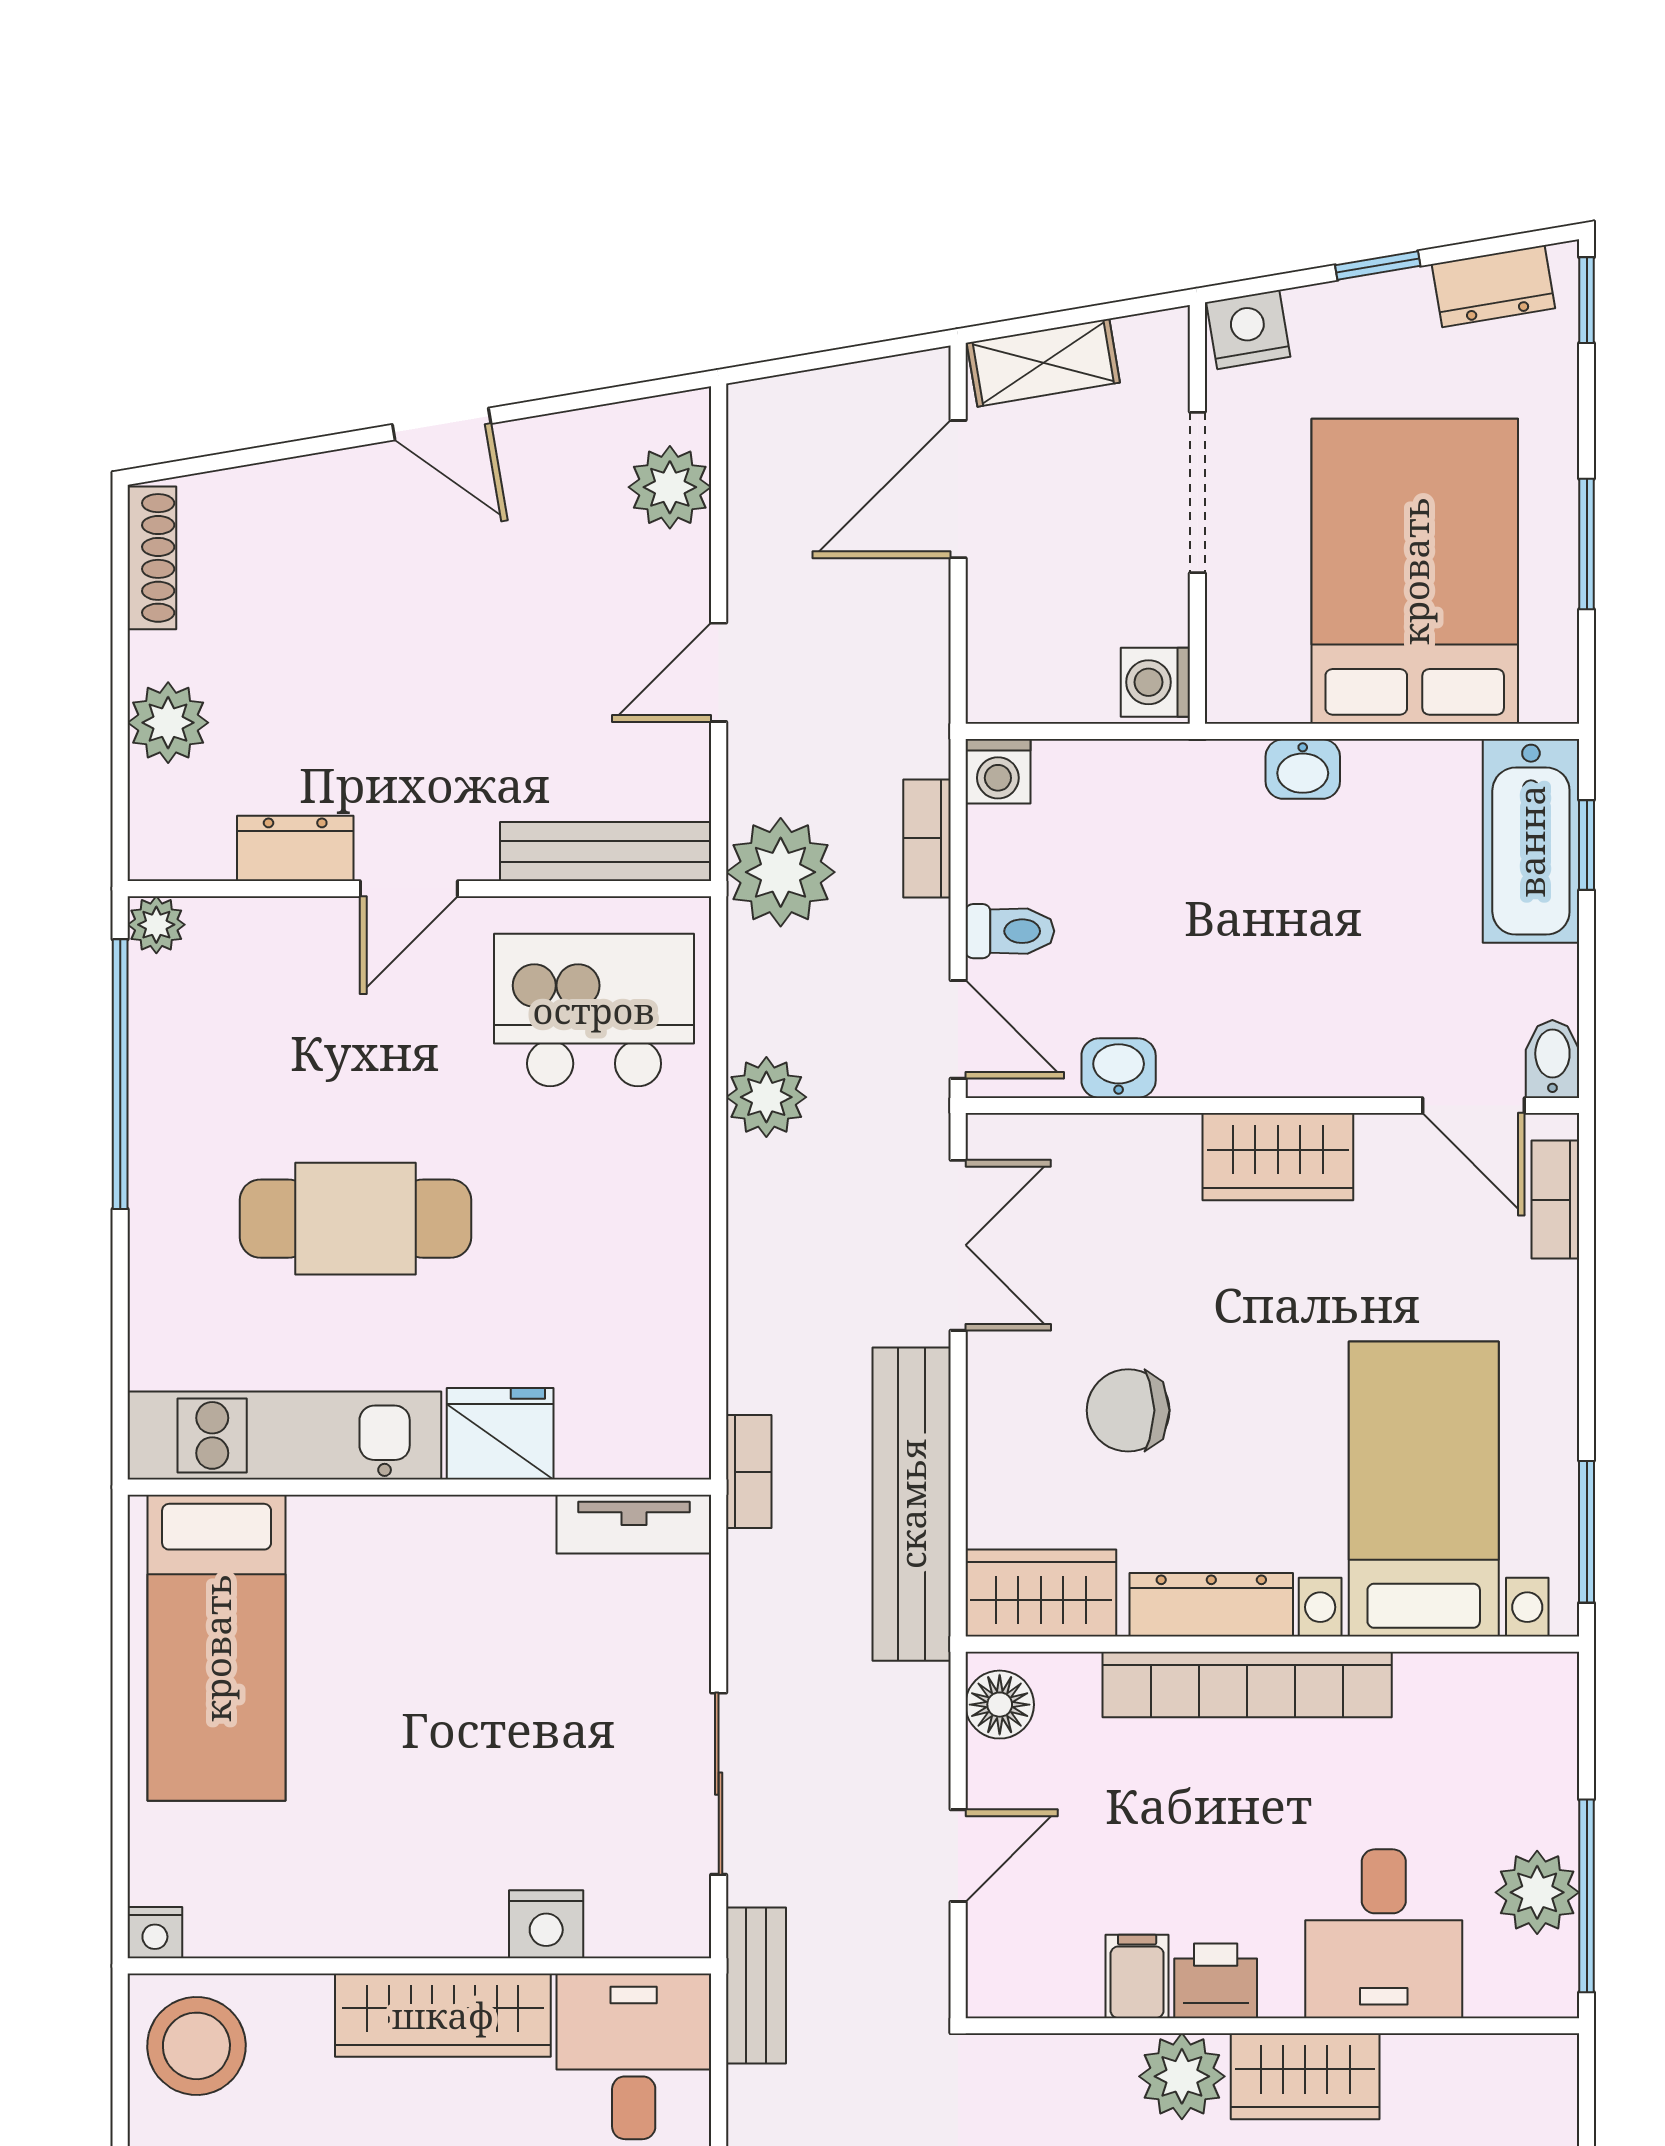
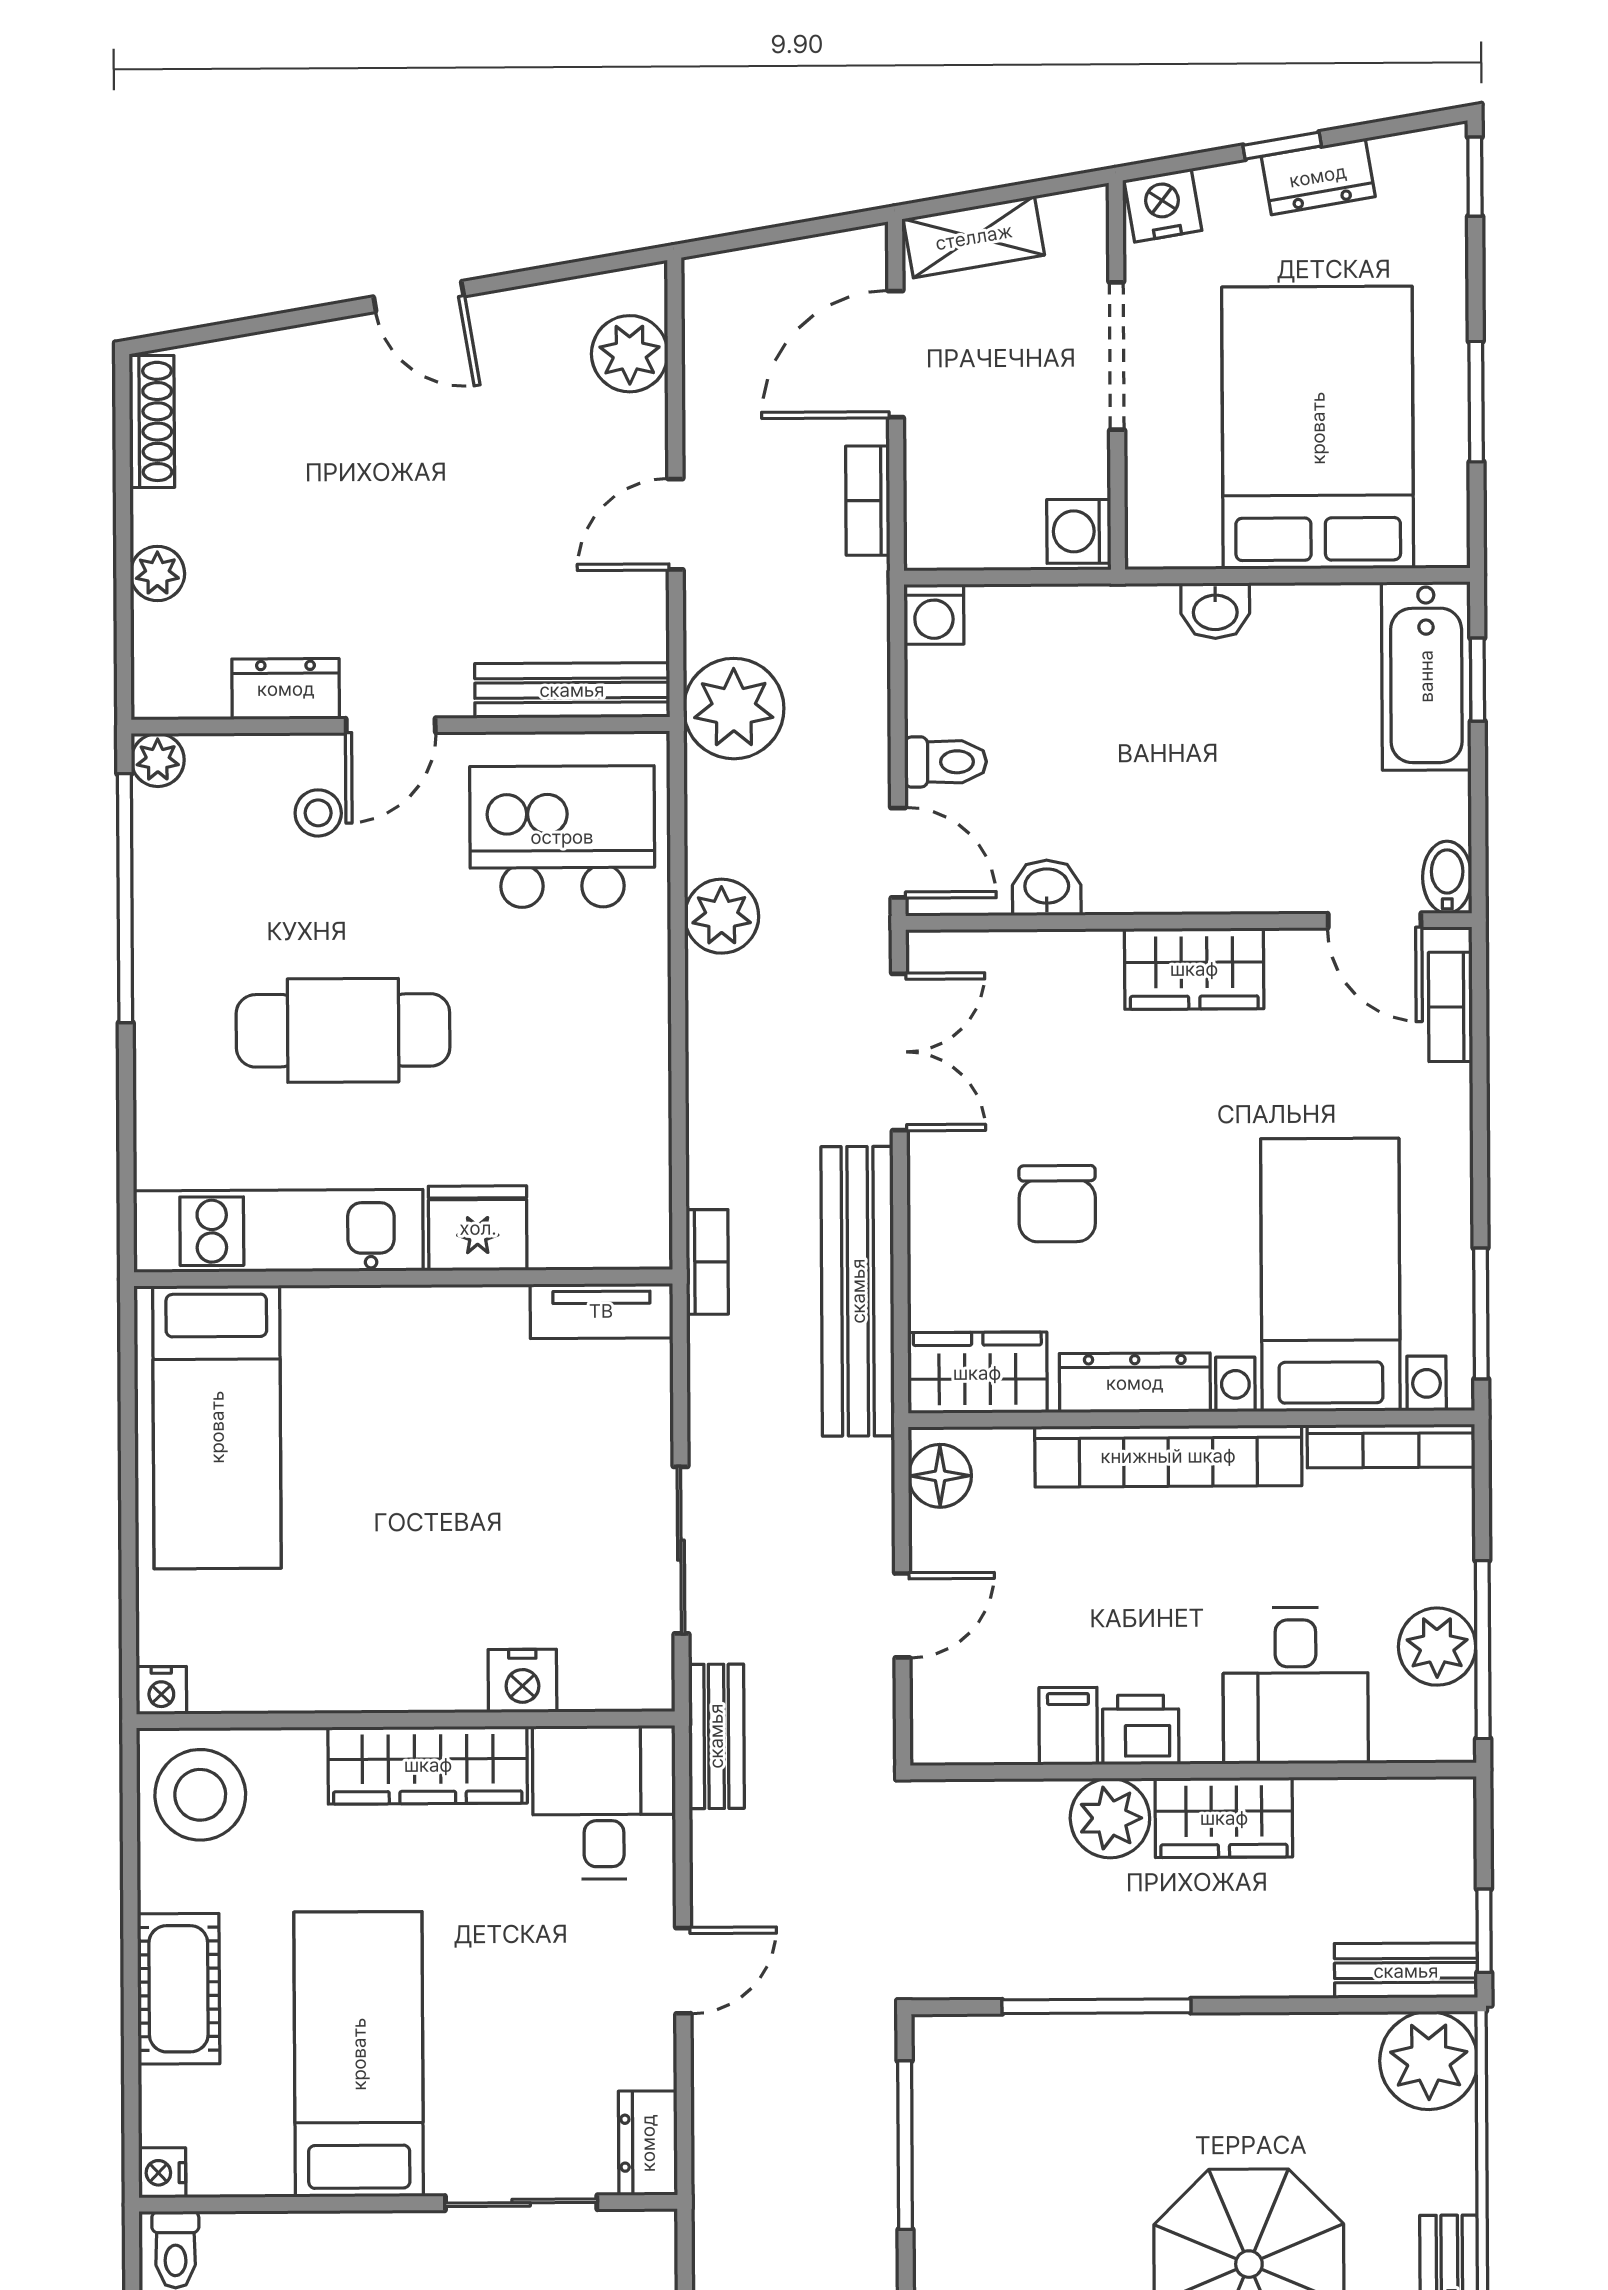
dresser: (1493, 286) -> (1318, 176), moved
plant: (168, 723) -> (157, 573), width x0.73, depth x0.73
bookcase: (927, 838) -> (868, 501), moved
stool: (330, 983) -> (318, 813), added
chair: (1128, 1410) -> (1057, 1204), turned -90
bookcase: (1488, 1675) -> (1391, 1446), added

